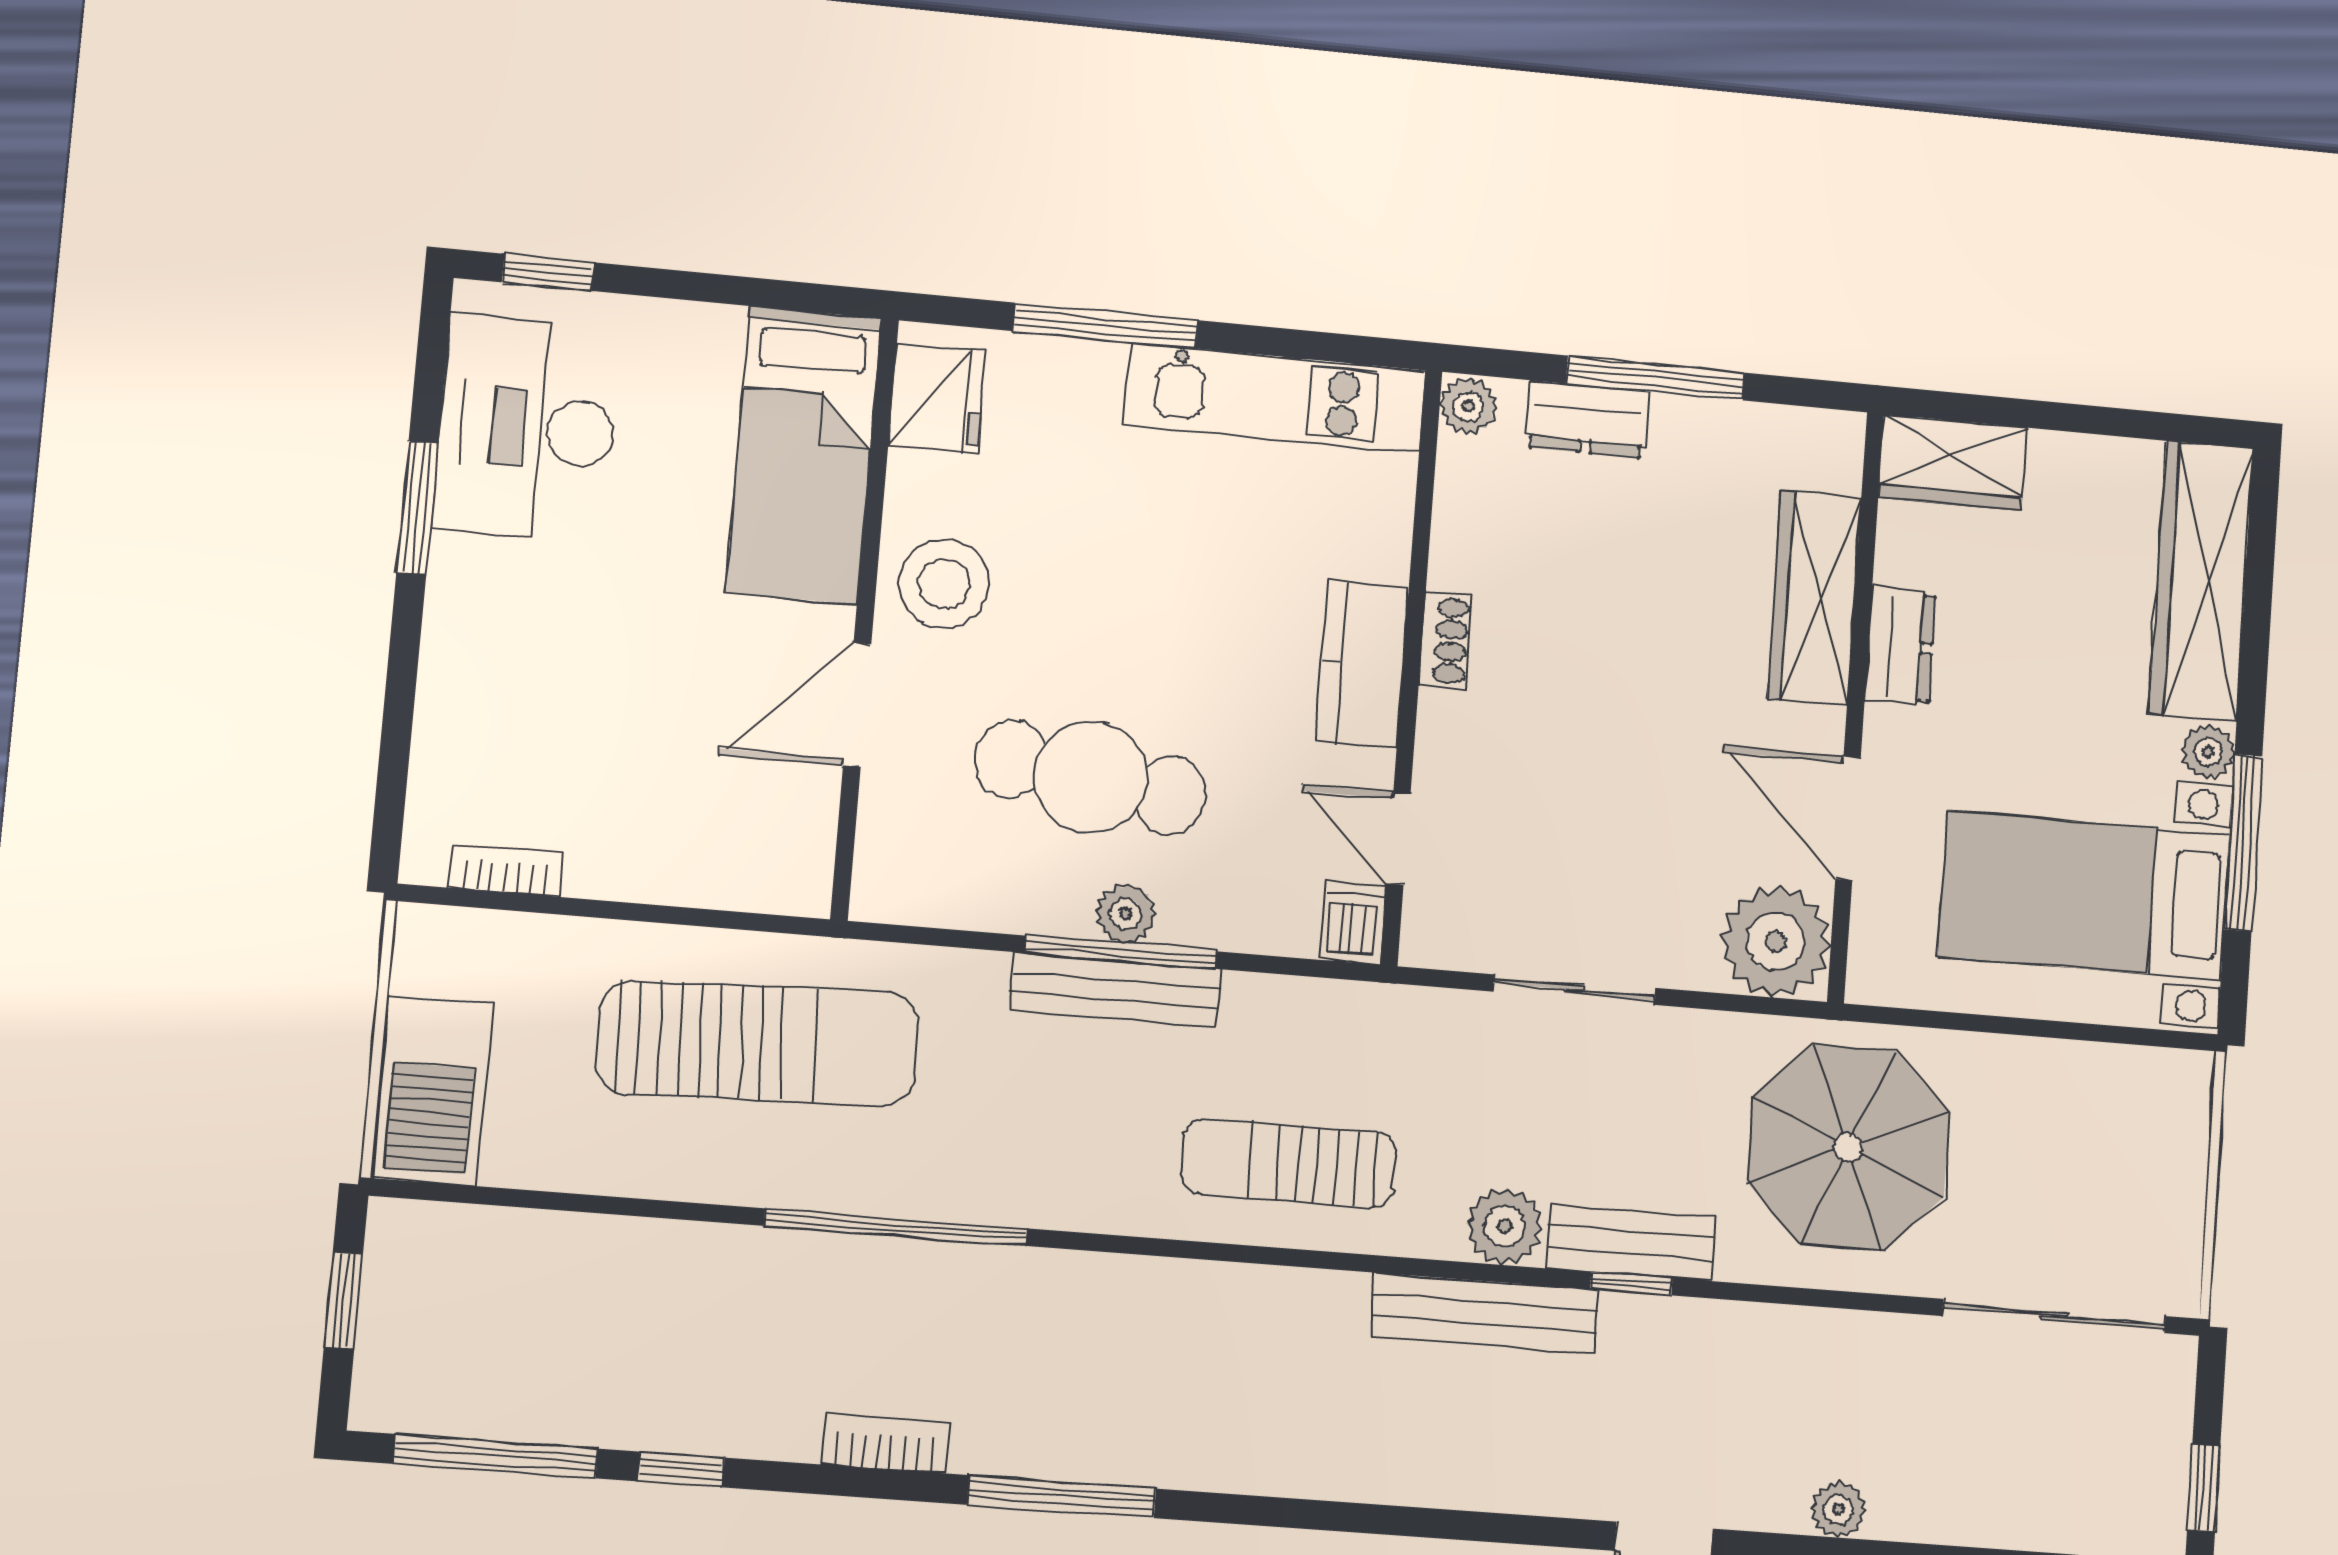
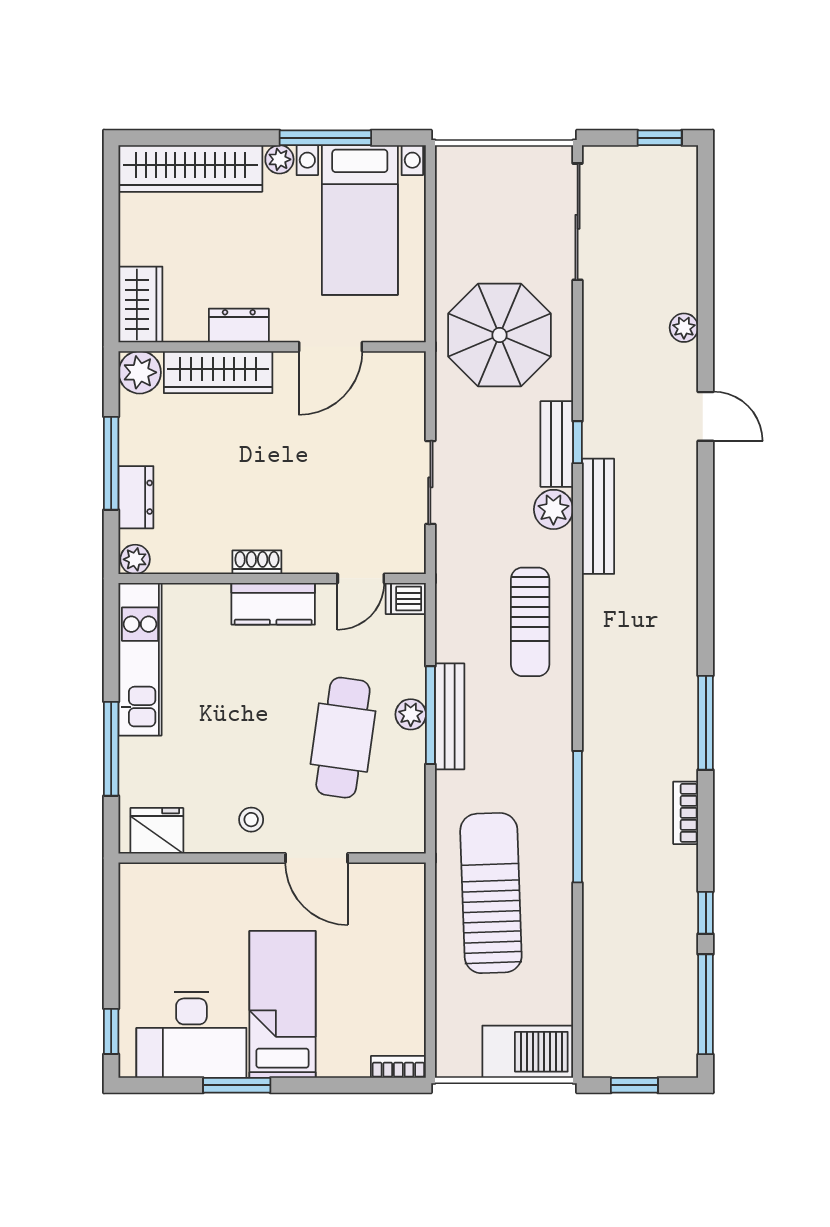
bed: (804, 455) -> (282, 1004), moved, turned -90
stool: (944, 584) -> (251, 820), width x0.53, depth x0.53
bookcase: (506, 870) -> (398, 1067), moved, turned 90
plant: (1776, 941) -> (140, 372), moved, width x0.73, depth x0.73

